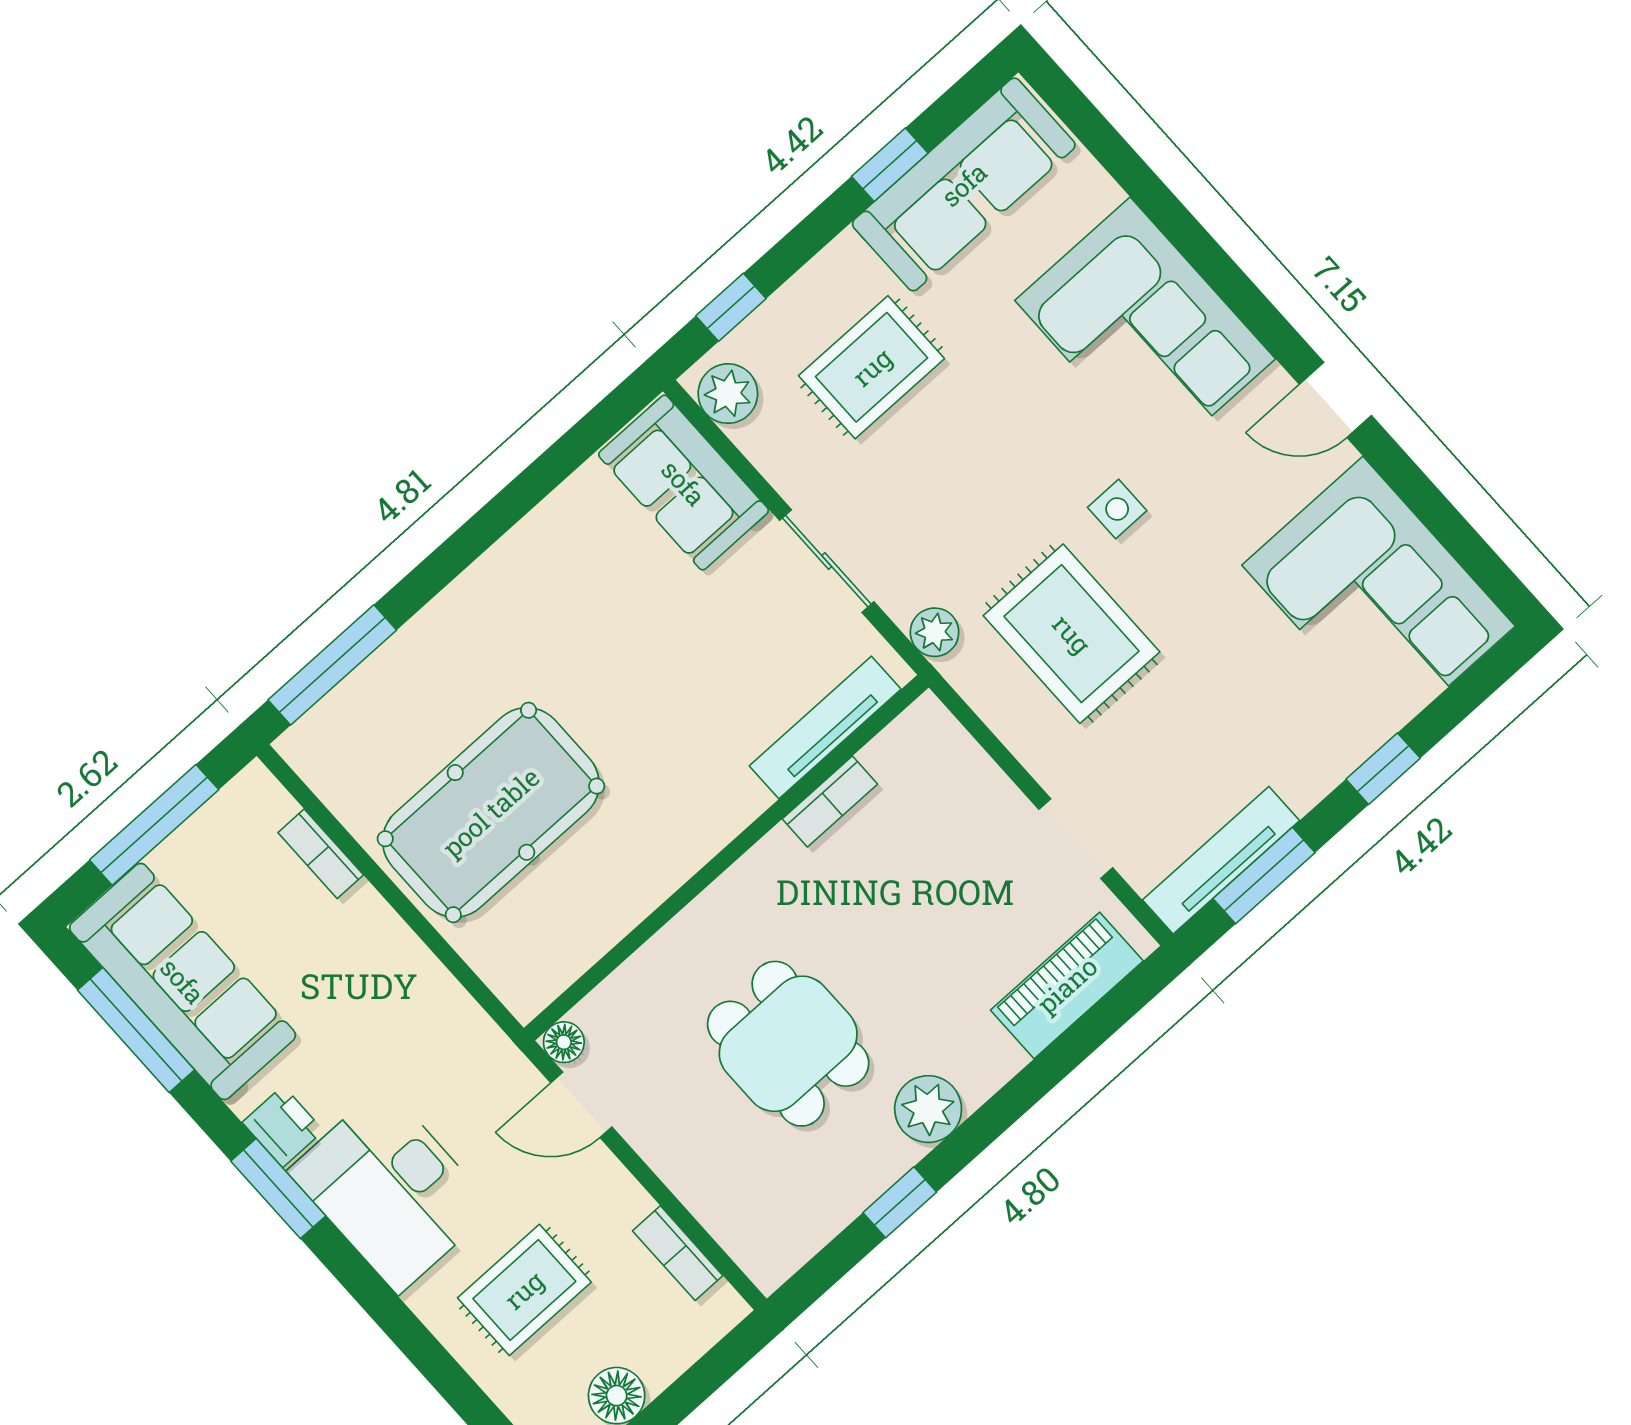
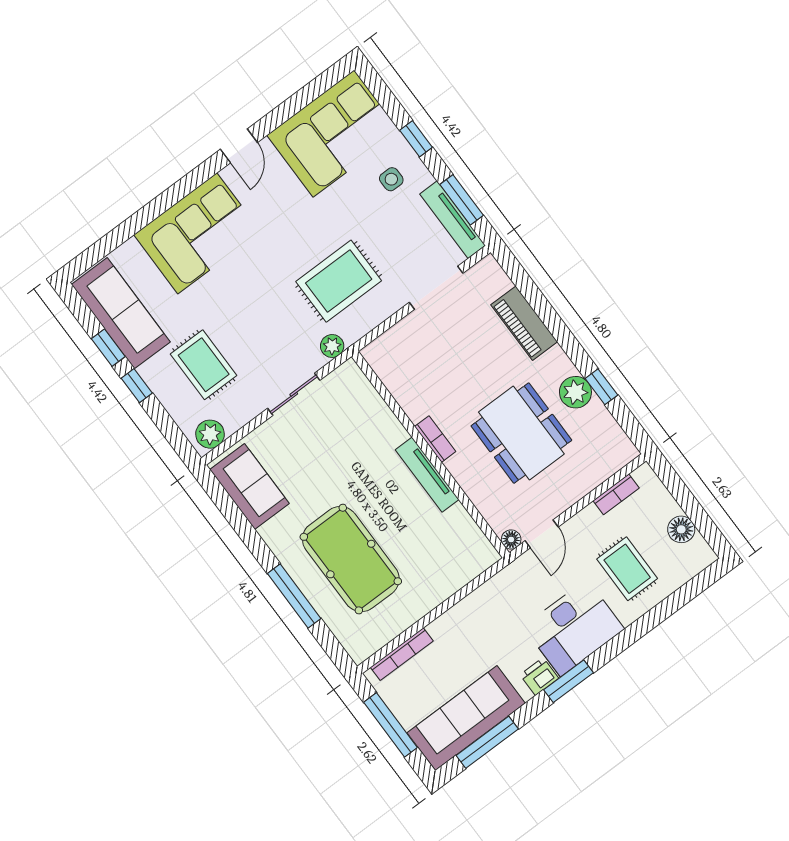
window: (731, 307) -> (137, 386), moved
sofa: (684, 483) -> (250, 487), moved, turned -90
side table: (1117, 509) -> (391, 179), moved
window: (332, 665) -> (294, 596), moved
tv unit: (825, 727) -> (427, 475), moved
bookcase: (830, 802) -> (435, 439), moved
pool table: (491, 812) -> (351, 559), moved
doorway: (1076, 839) -> (436, 288), width x1.38
bookcase: (321, 854) -> (402, 654), width x1.56
piano: (1067, 985) -> (524, 323), moved
dining table: (788, 1044) -> (521, 433), width x1.37
plant: (928, 1109) -> (575, 392), moved

